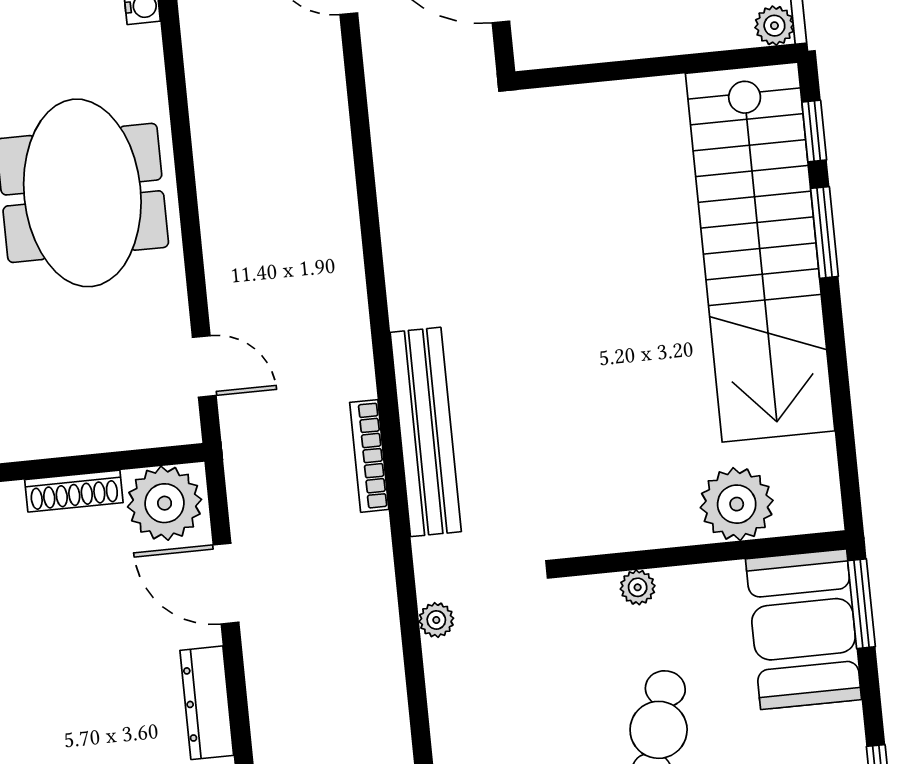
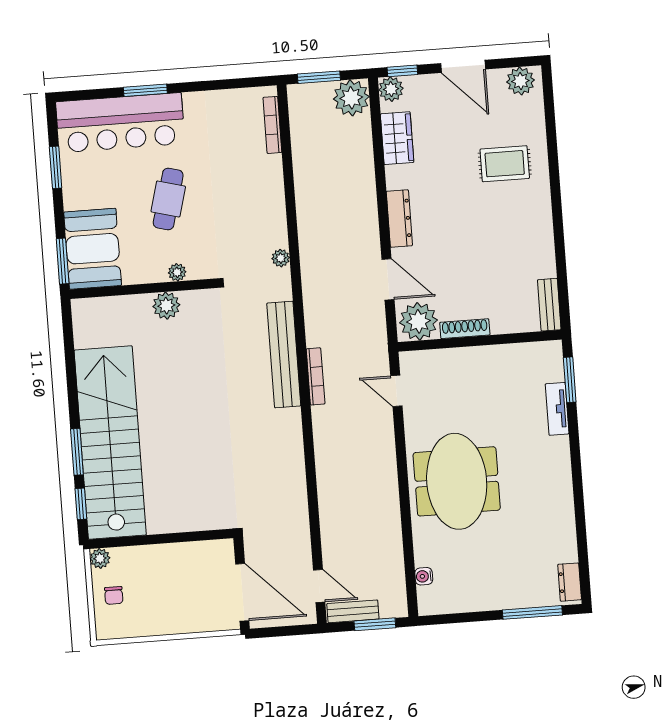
bookcase: (369, 456) -> (316, 376), moved
plant: (737, 504) -> (166, 306), moved, width x0.73, depth x0.73

